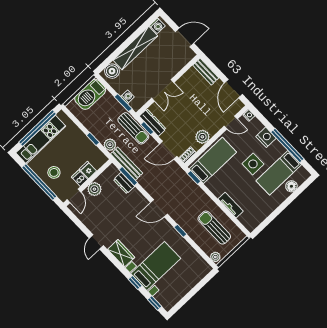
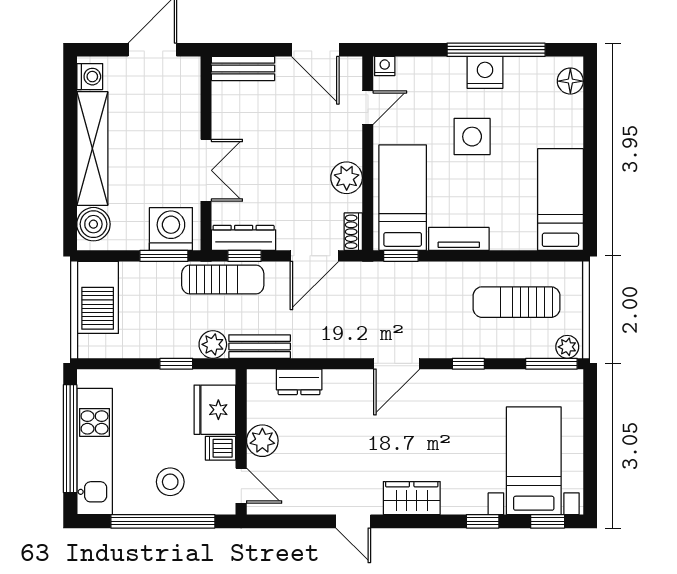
washing machine: (127, 97) -> (171, 229), width x1.89, depth x1.89
nightstand: (266, 137) -> (485, 72), moved
bench: (127, 164) -> (260, 347), width x0.73
fridge: (88, 170) -> (215, 410), width x1.88, depth x1.34
bed: (279, 173) -> (560, 200), moved, turned 180
window: (128, 176) -> (551, 364), moved
floor lamp: (291, 186) -> (570, 81), moved
tv unit: (231, 205) -> (459, 239), moved
bed with nightstands: (156, 266) -> (534, 461), moved

